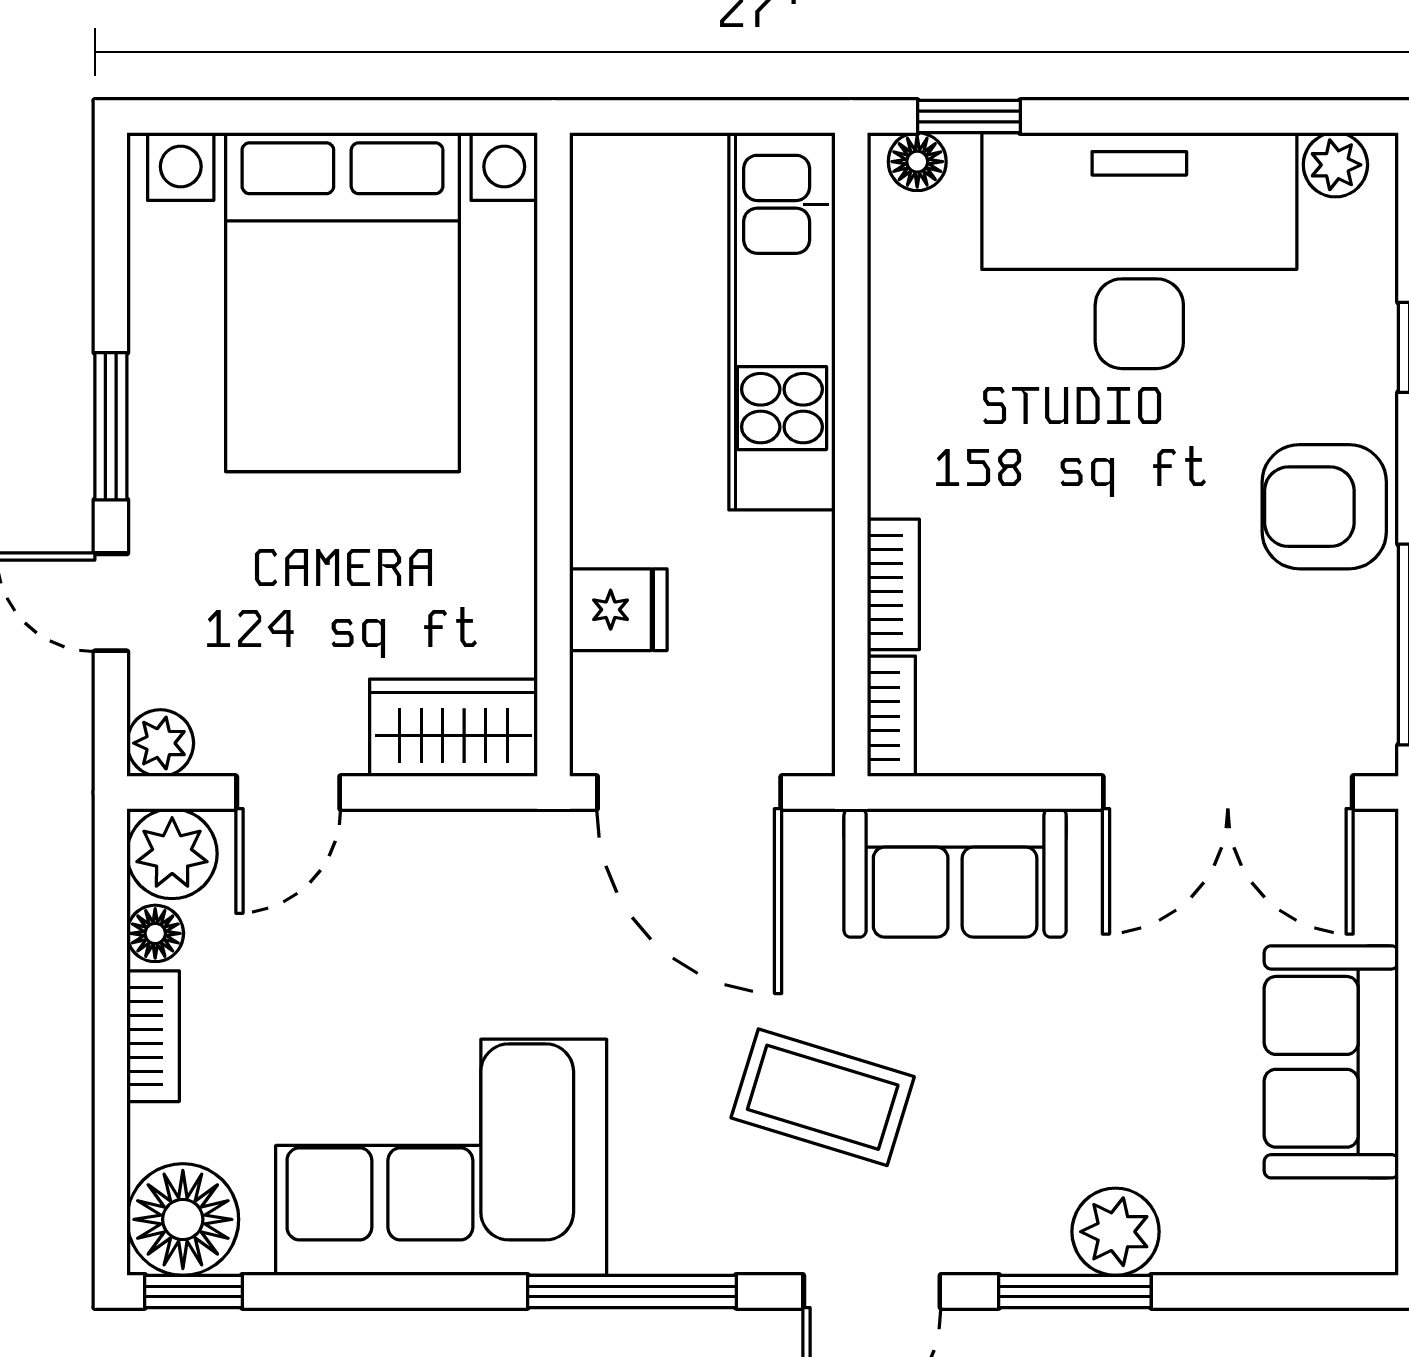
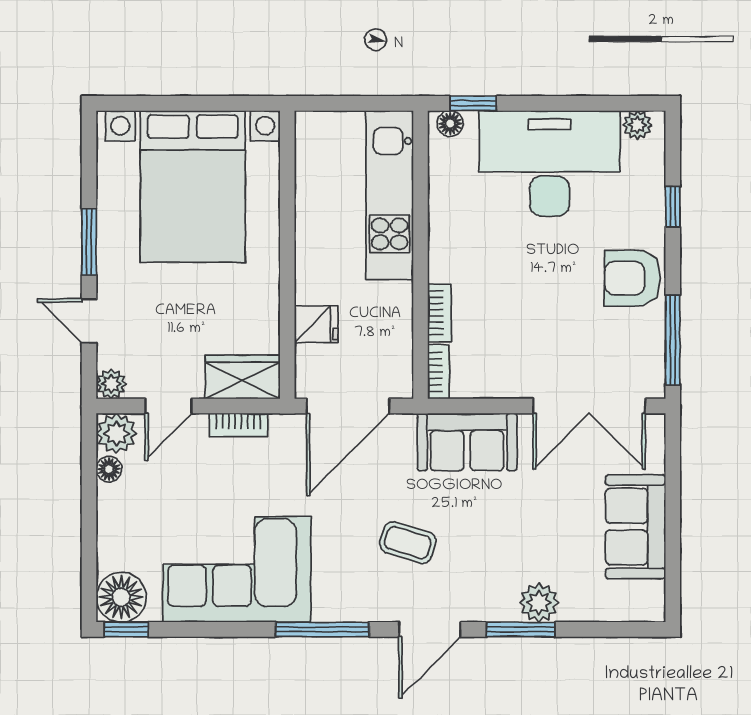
door: (689, 793) -> (348, 406), hinge flipped
bookcase: (153, 1036) -> (238, 425), moved, turned 90
coffee table: (823, 1097) -> (408, 542), width x0.73, depth x0.77

